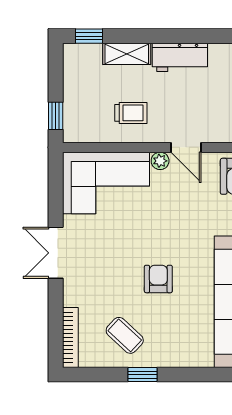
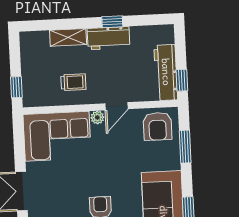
window: (89, 36) -> (112, 22), moved
door: (186, 147) -> (117, 106), hinge flipped

